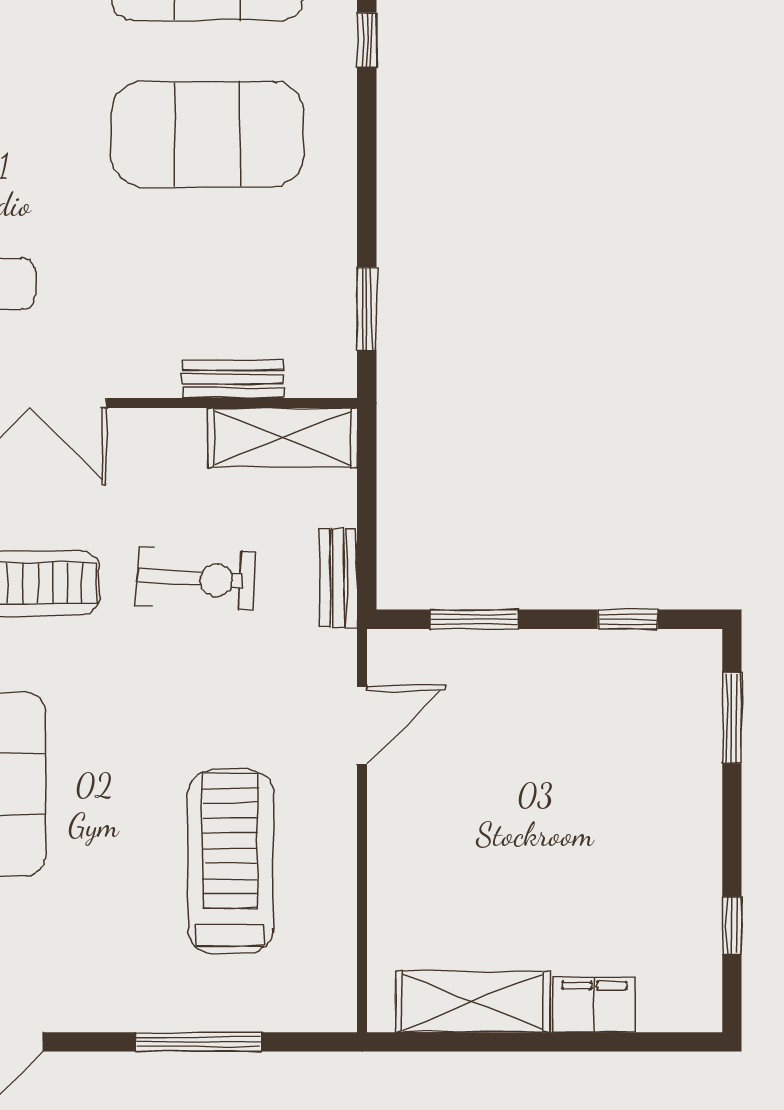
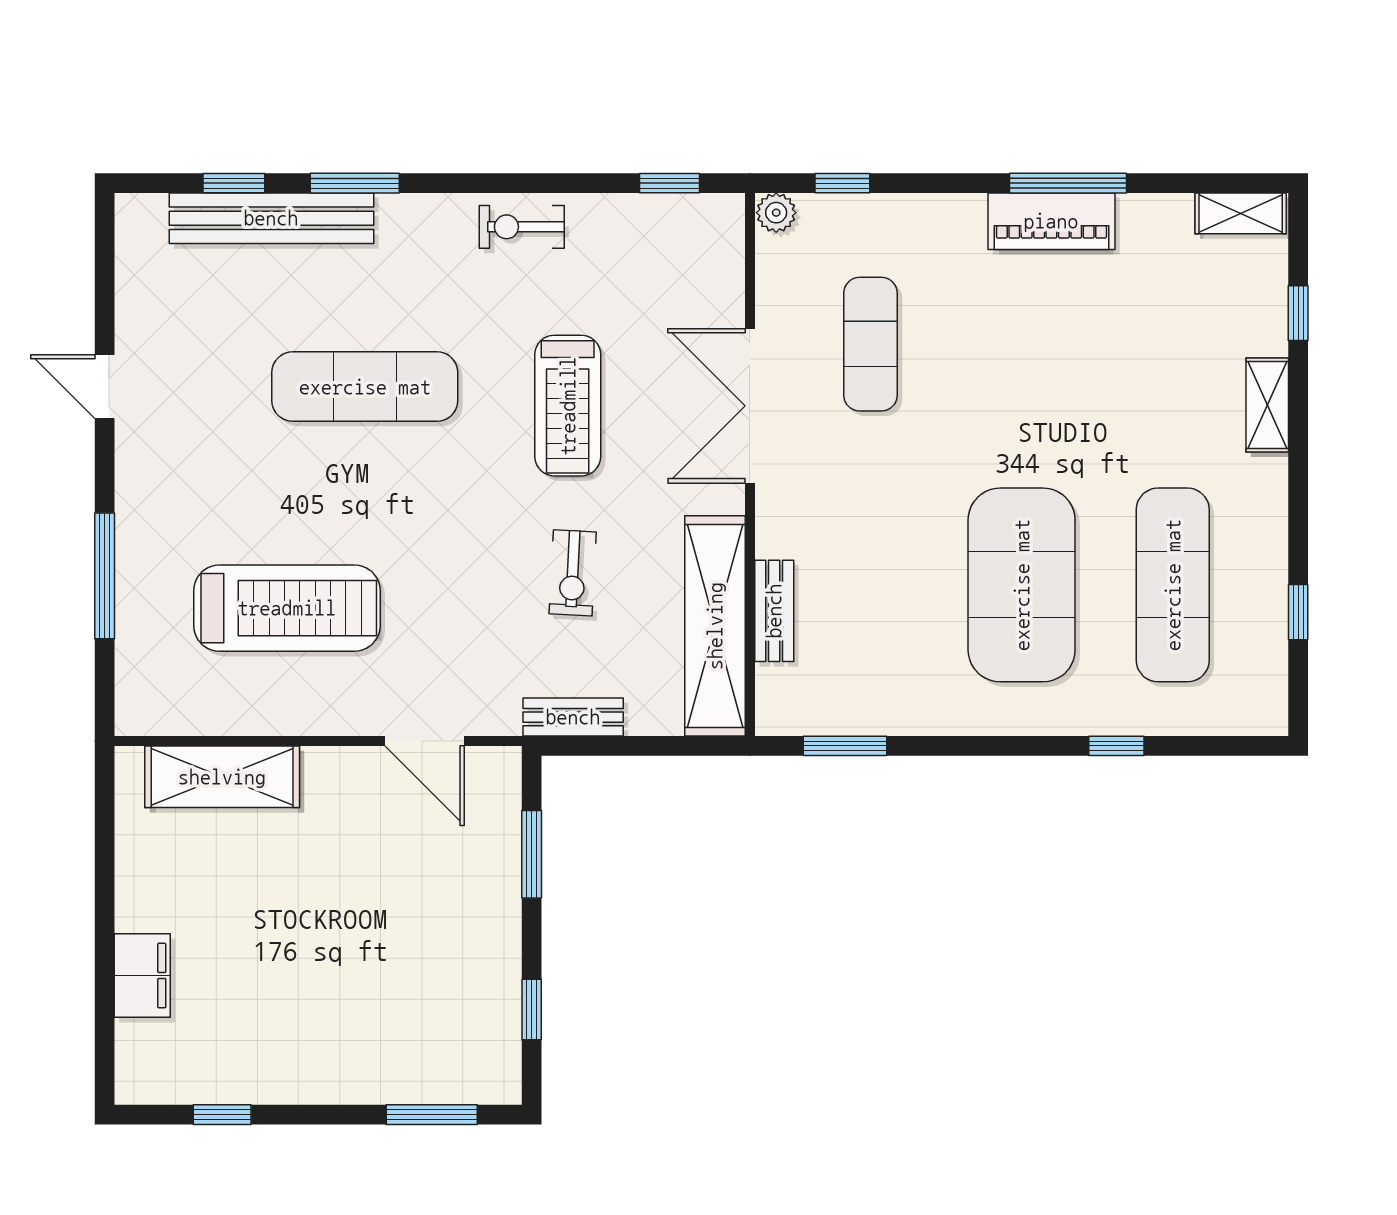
shelving: (283, 438) -> (715, 626), width x1.47
exercise bike: (195, 579) -> (573, 573), width x0.73, depth x0.72
shelving: (472, 1002) -> (222, 777), moved, turned 90

